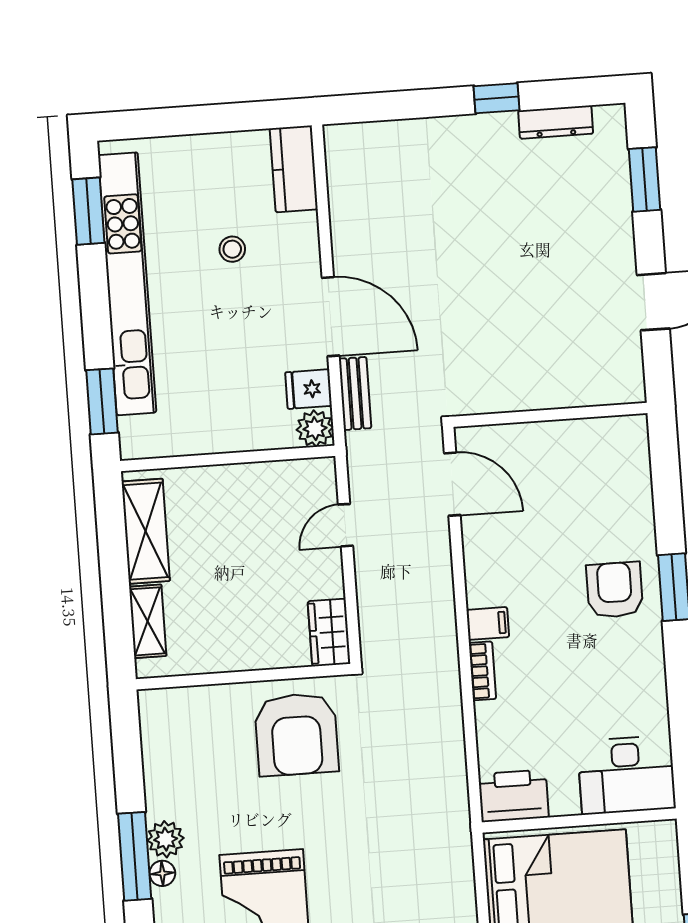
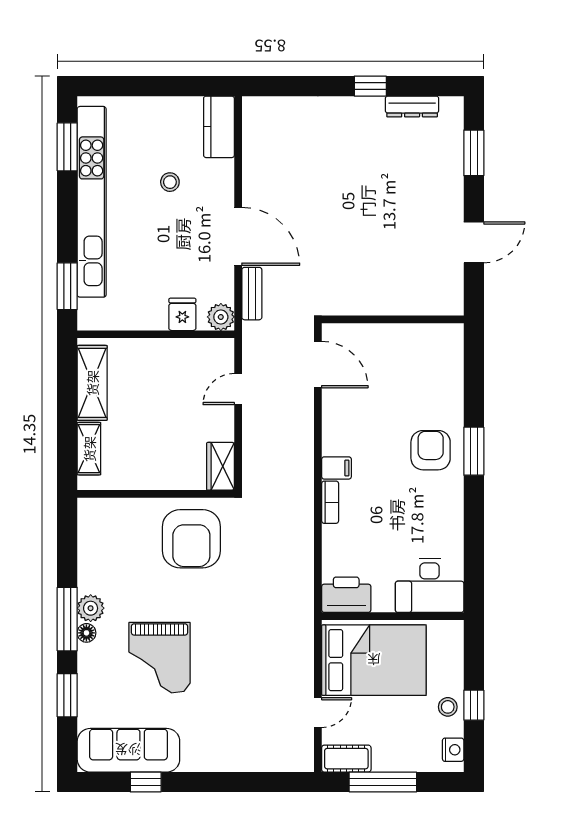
fridge: (309, 389) -> (182, 314), moved, turned 90

